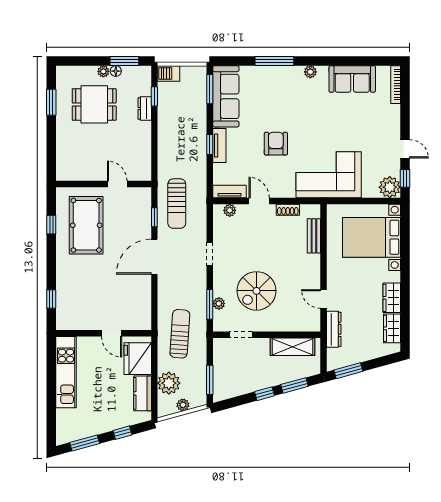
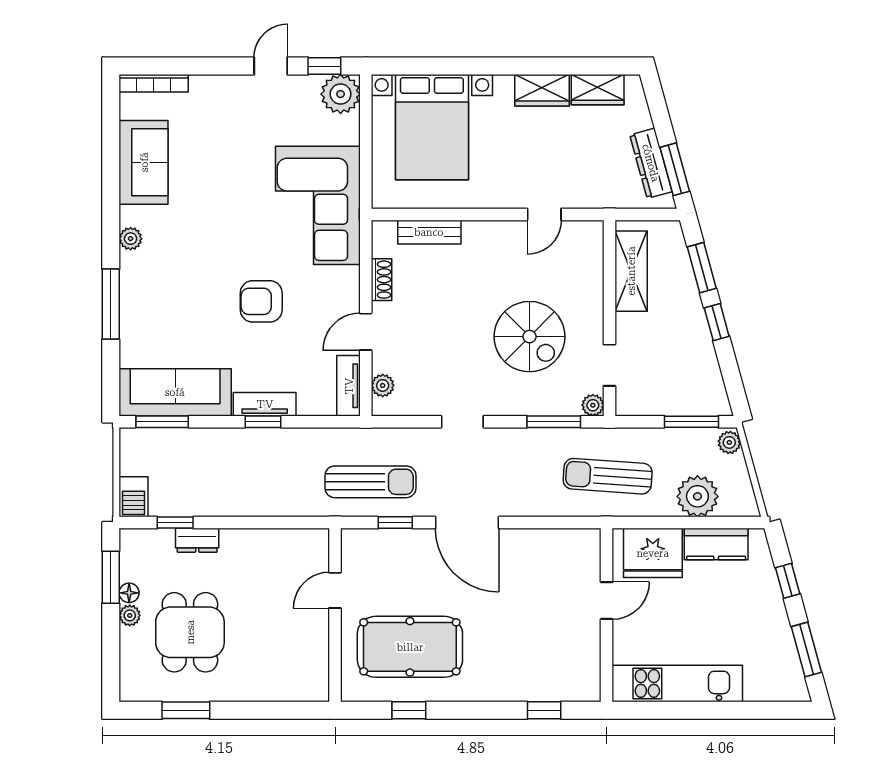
plant: (219, 304) -> (593, 405), moved
dresser: (334, 329) -> (651, 163), moved, turned -105
plant: (183, 405) -> (729, 442), moved

